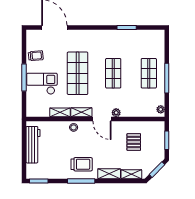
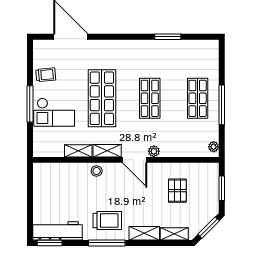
checkout: (42, 84) -> (54, 112), turned 180
workbench: (33, 145) -> (57, 231), moved, turned -90

